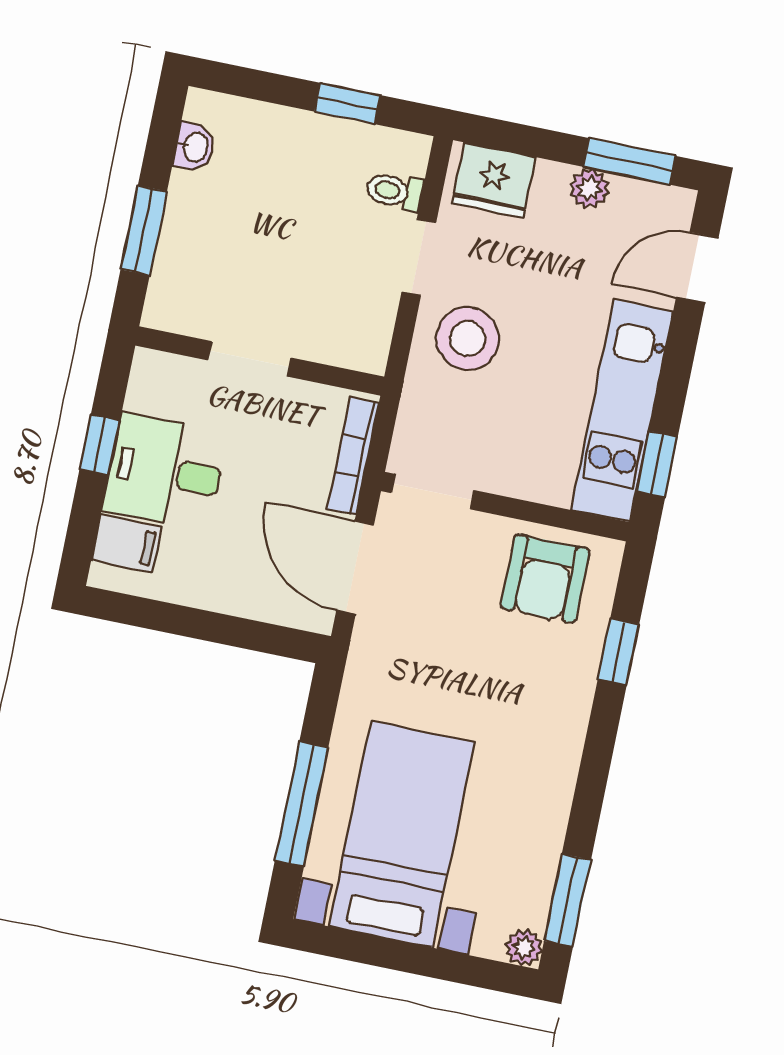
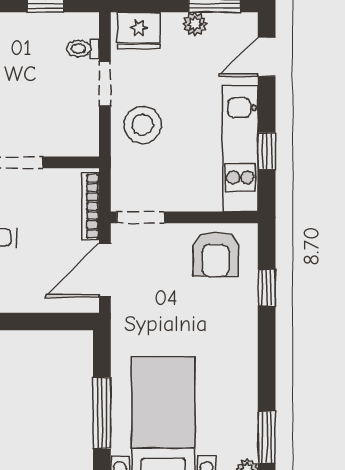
window: (657, 464) -> (267, 151), moved
door: (355, 568) -> (105, 270), hinge flipped

